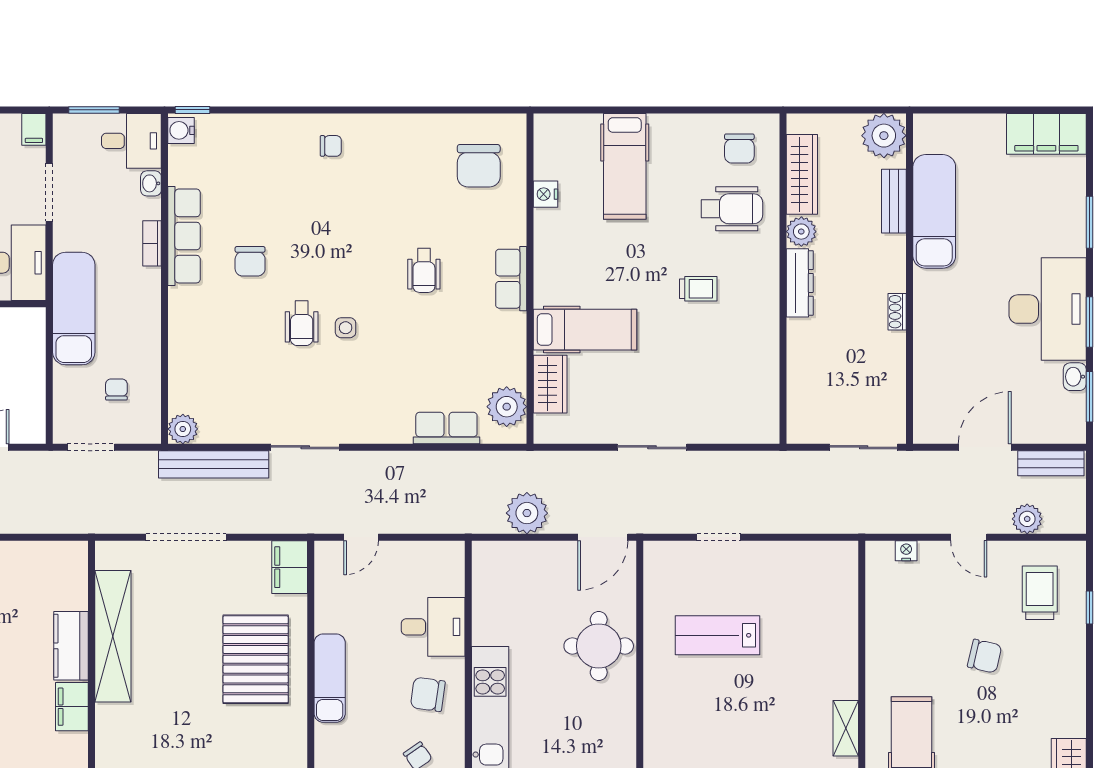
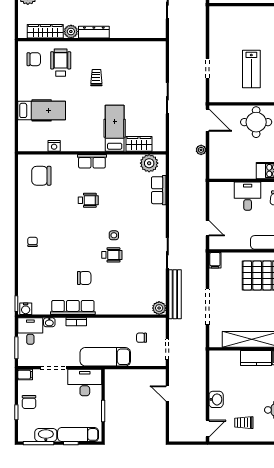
chair: (479, 166) -> (41, 176), turned 180
plant: (527, 513) -> (201, 150), width x0.53, depth x0.53
filing cabinet: (290, 567) -> (215, 260), width x0.50

